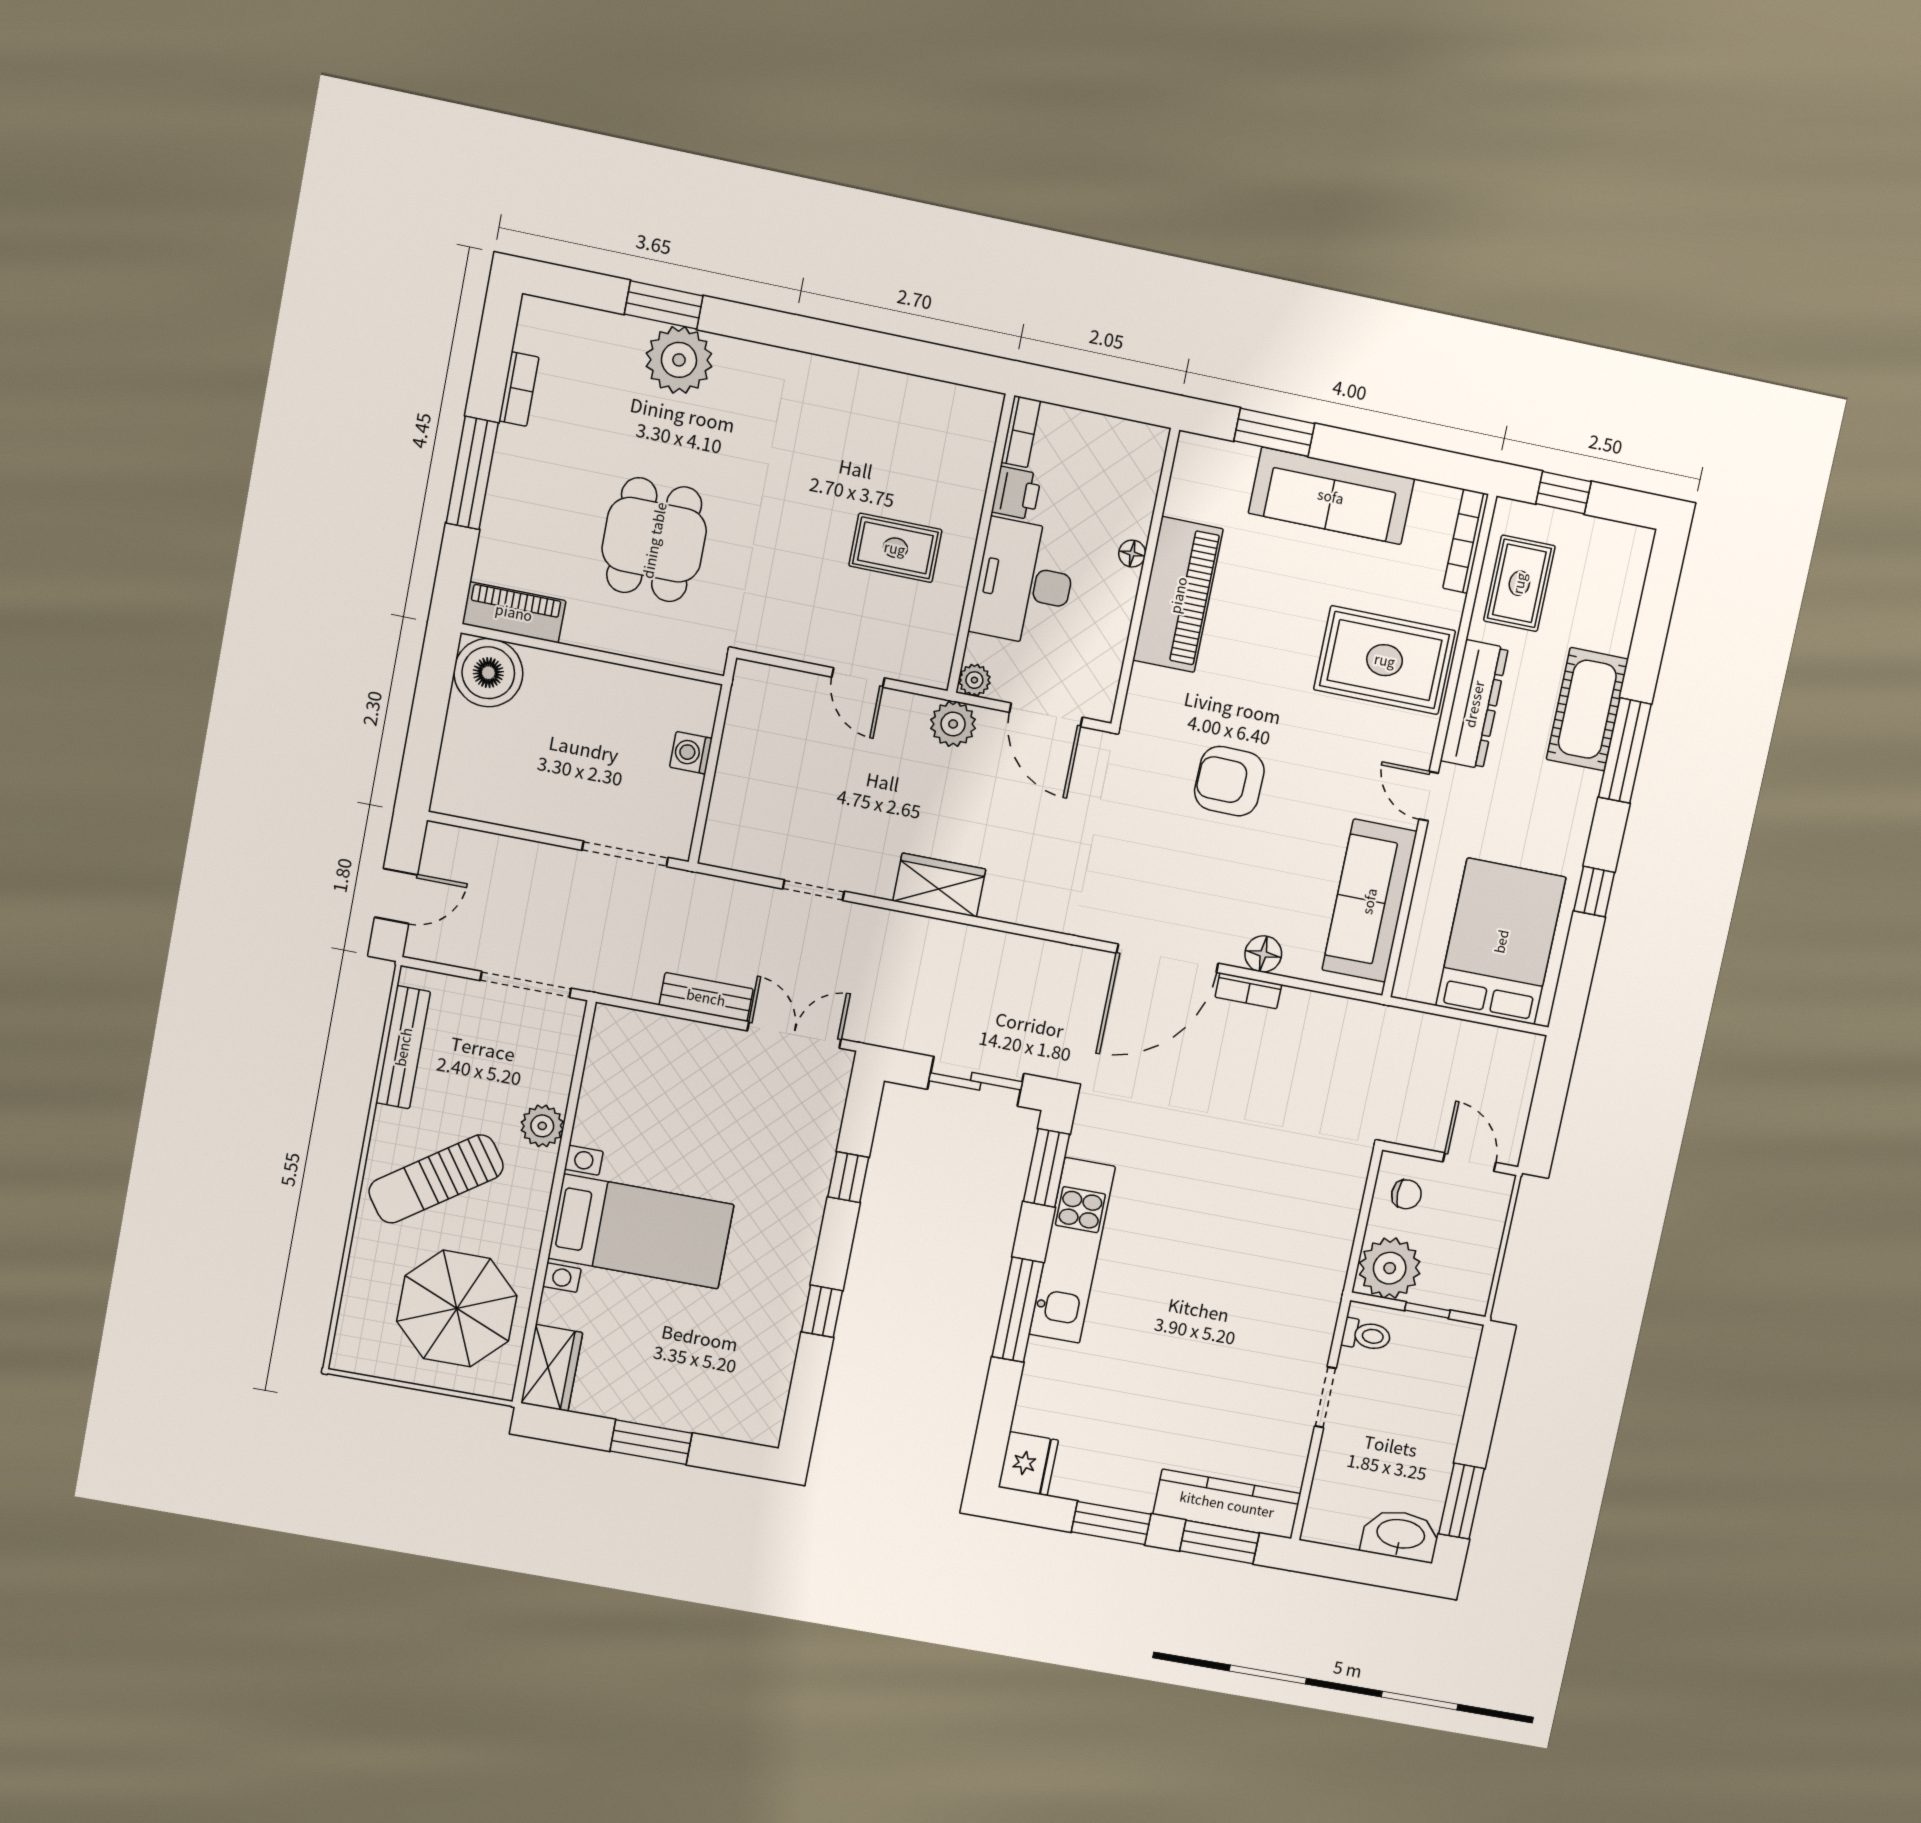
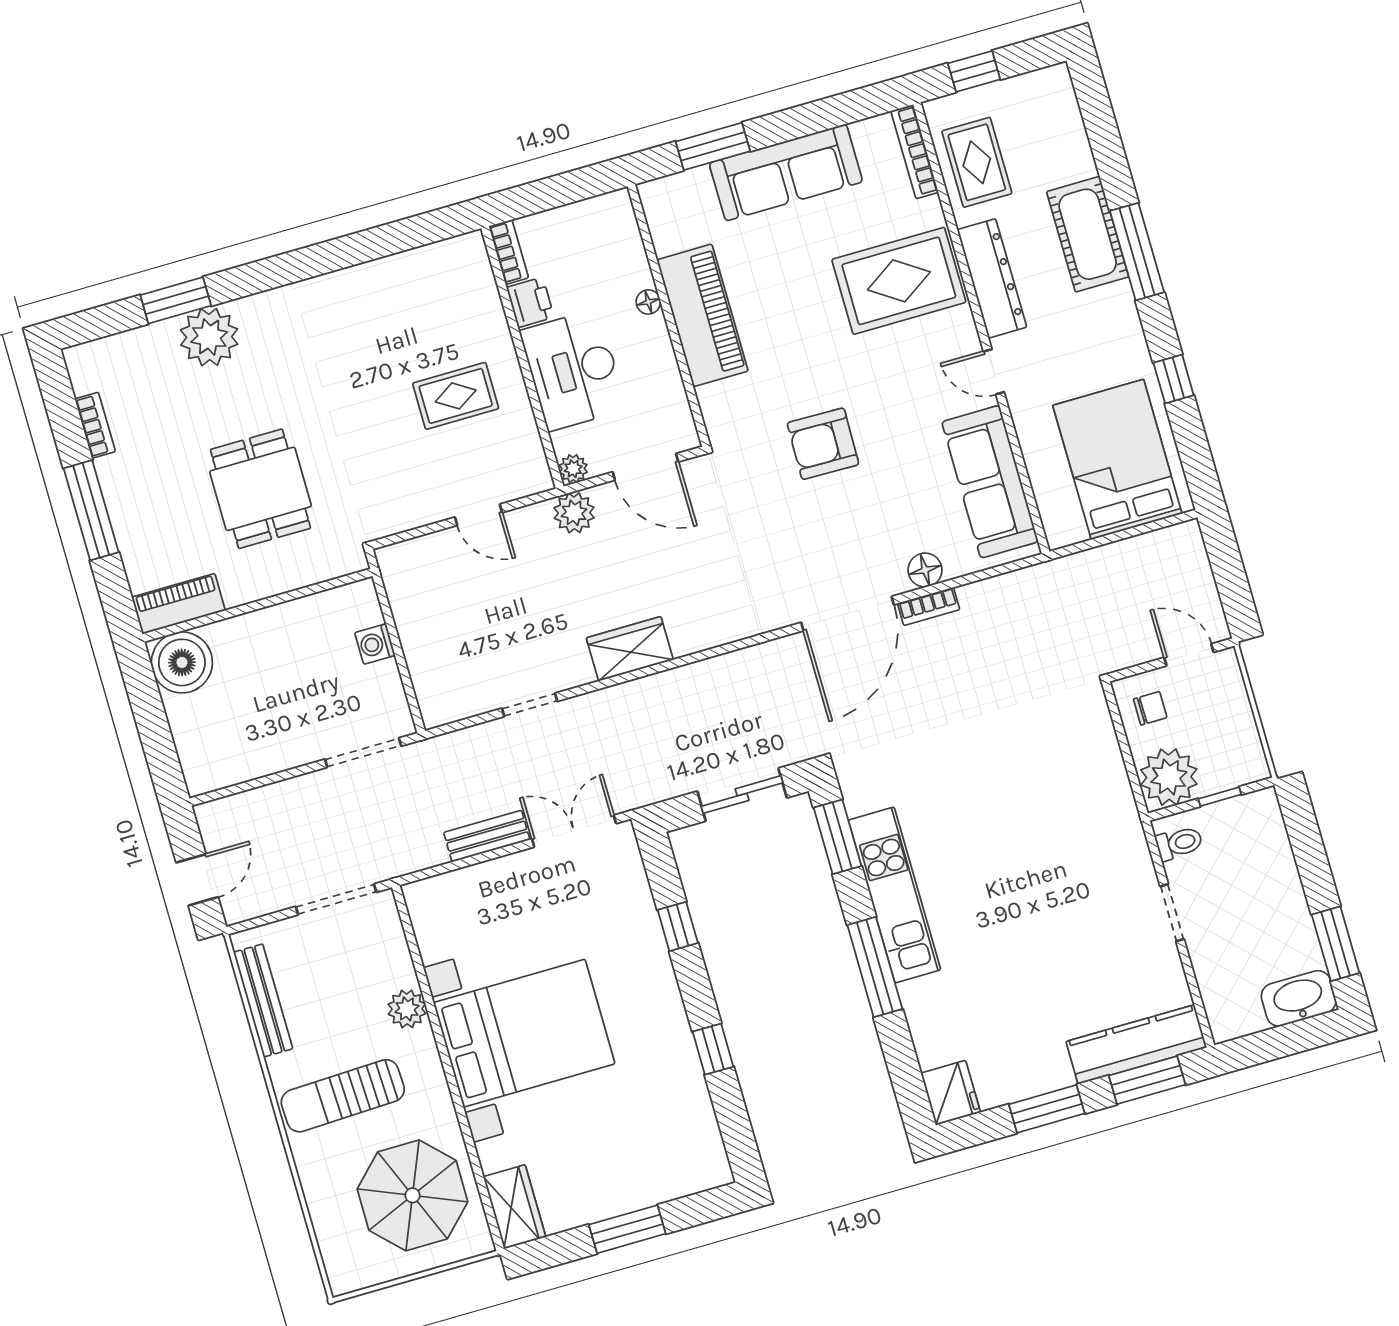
sun lounger: (436, 1179) -> (343, 1096), turned 33
bed with nightstands: (641, 1231) -> (524, 1033), width x1.36

